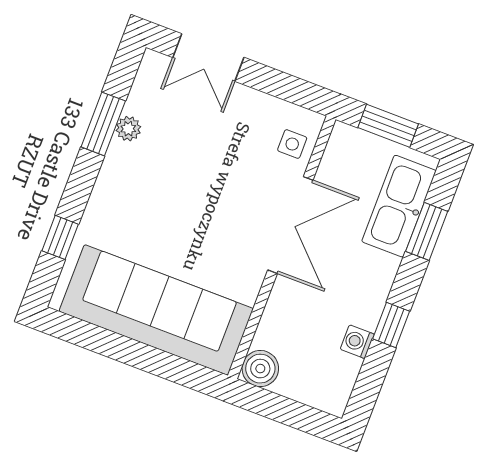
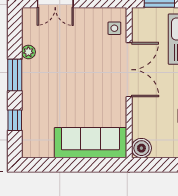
window: (103, 124) -> (15, 75), moved
sofa: (156, 310) -> (90, 143), width x0.74, depth x0.79

